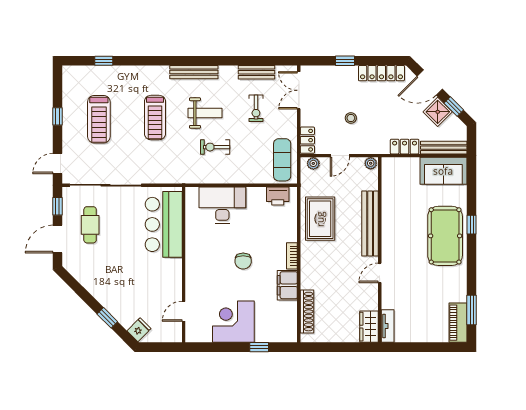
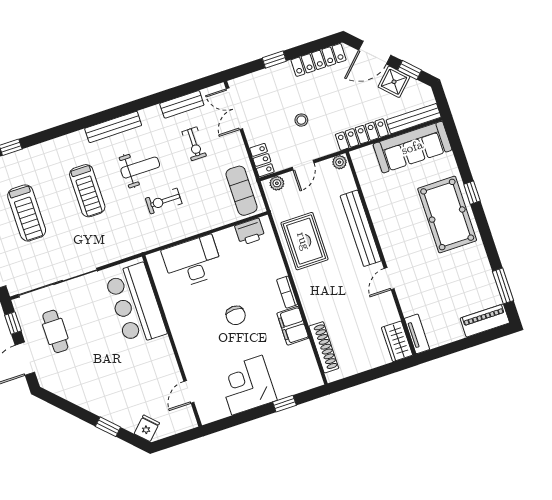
locker: (405, 147) -> (362, 135), width x1.53
sofa: (443, 171) -> (412, 147), width x1.36
piano: (458, 323) -> (485, 321), moved, turned 90

